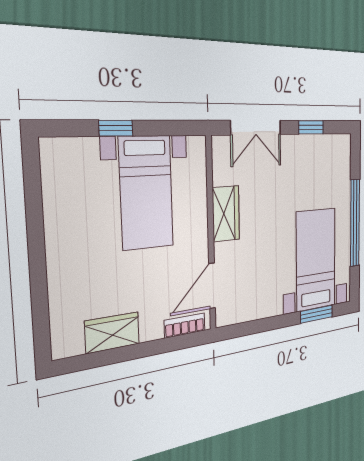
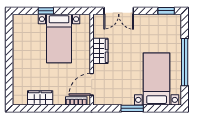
window: (311, 127) -> (166, 11), moved
window: (317, 314) -> (132, 108), moved

